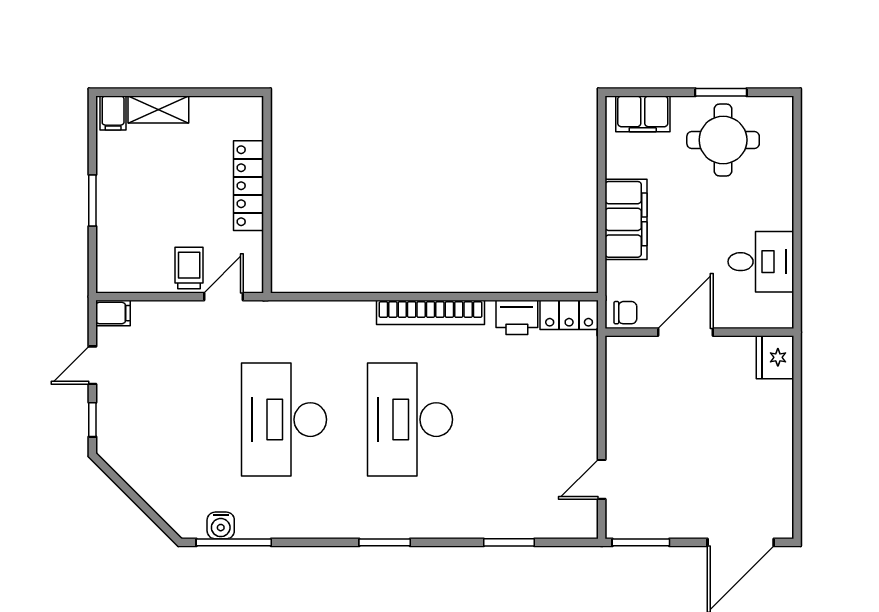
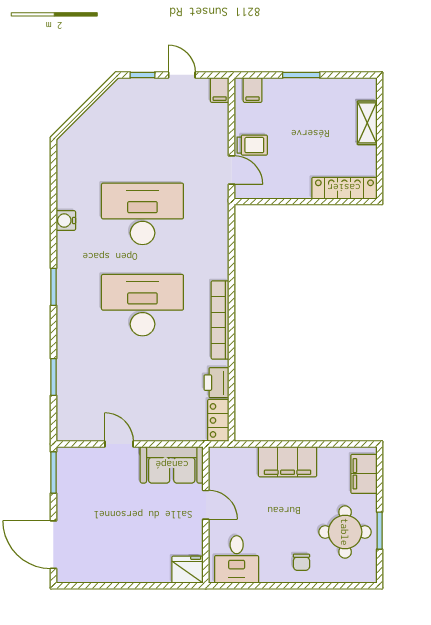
filing cabinet: (113, 113) -> (253, 90), moved, turned -90
locker: (249, 186) -> (344, 188), moved
desk: (761, 262) -> (237, 559), moved
chair: (625, 313) -> (301, 562), moved
door: (685, 332) -> (206, 505), width x0.73
sofa: (630, 379) -> (172, 465), added
door: (602, 479) -> (119, 444), moved
water cooler: (221, 525) -> (66, 220), moved
window: (234, 542) -> (53, 177), removed

